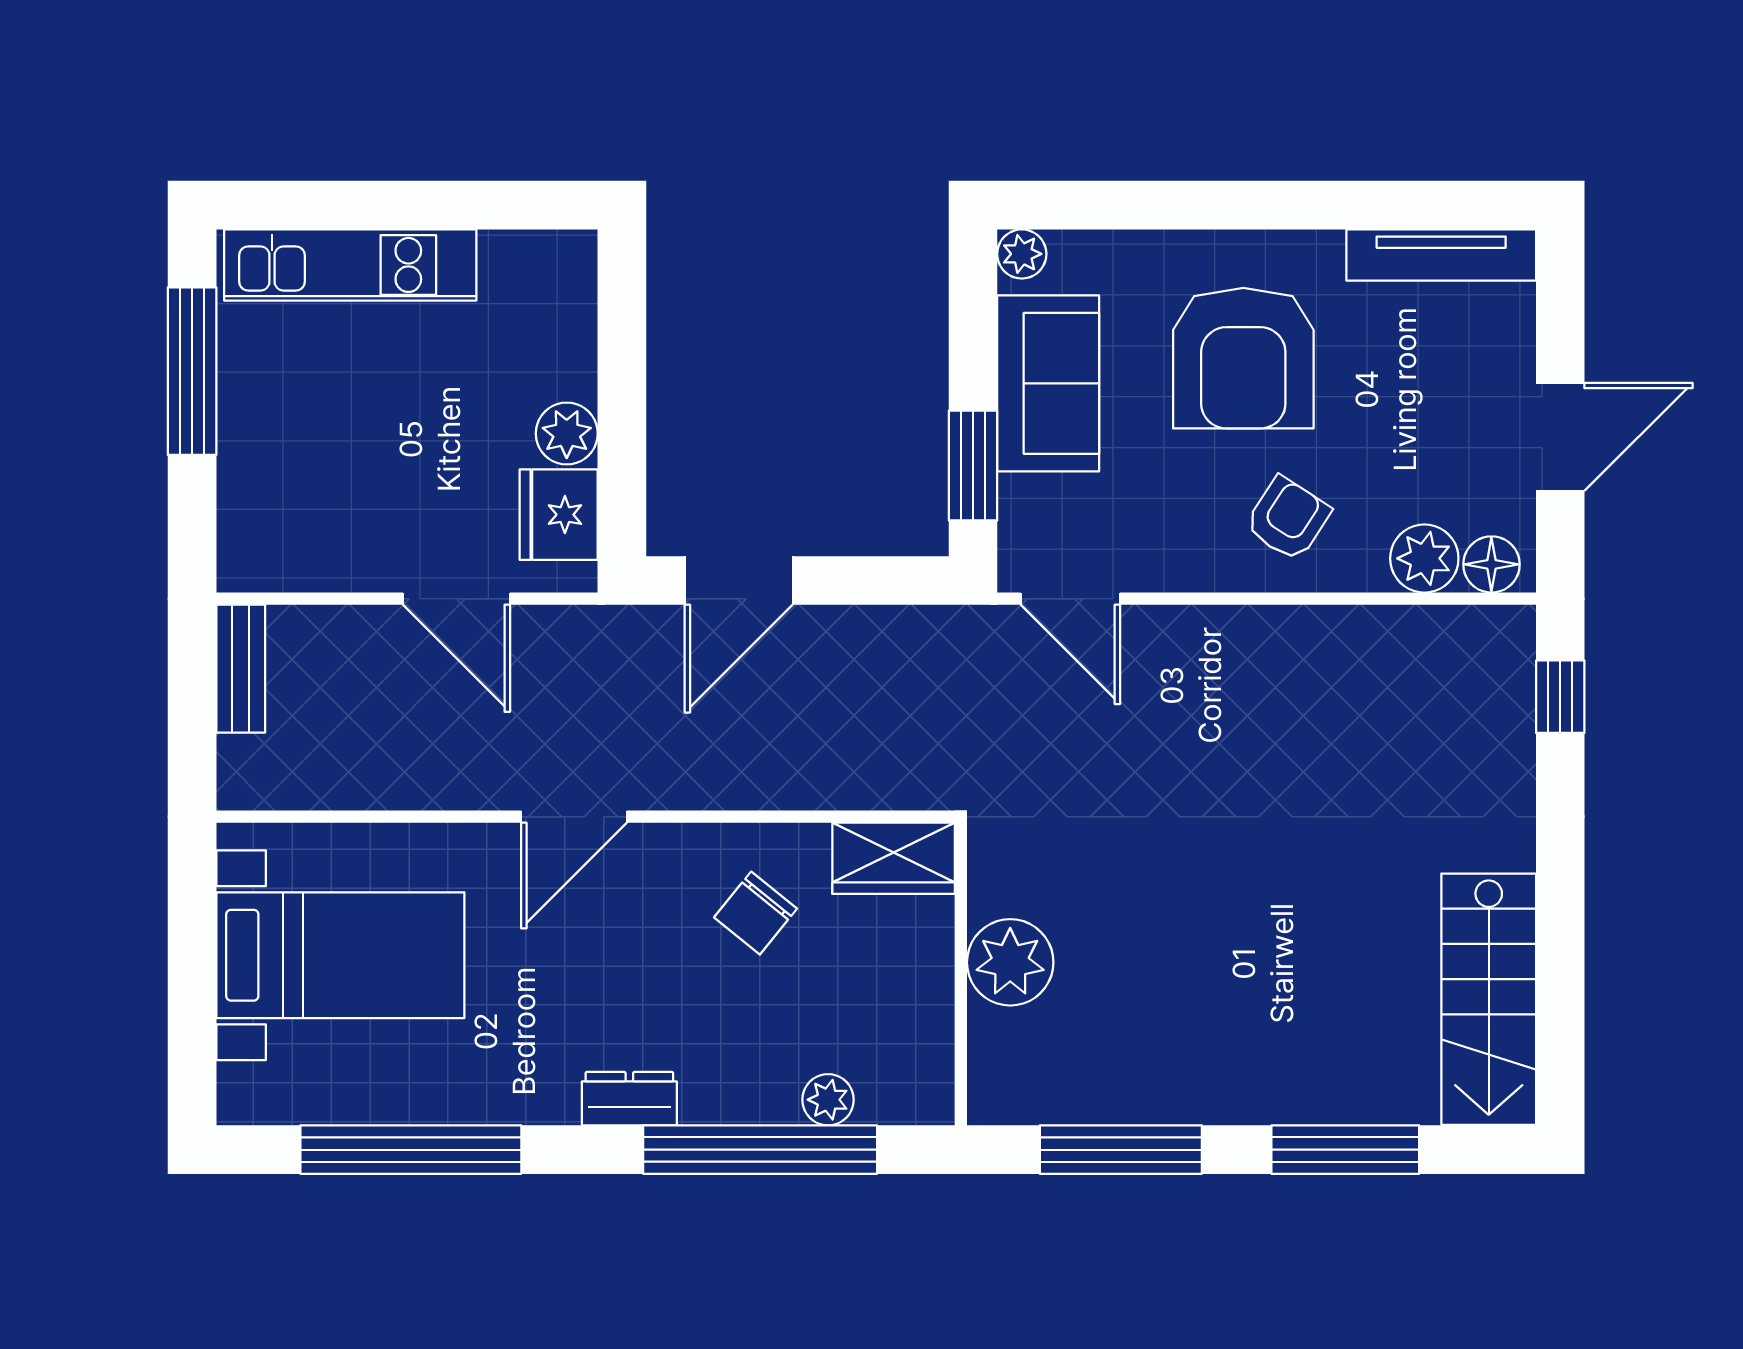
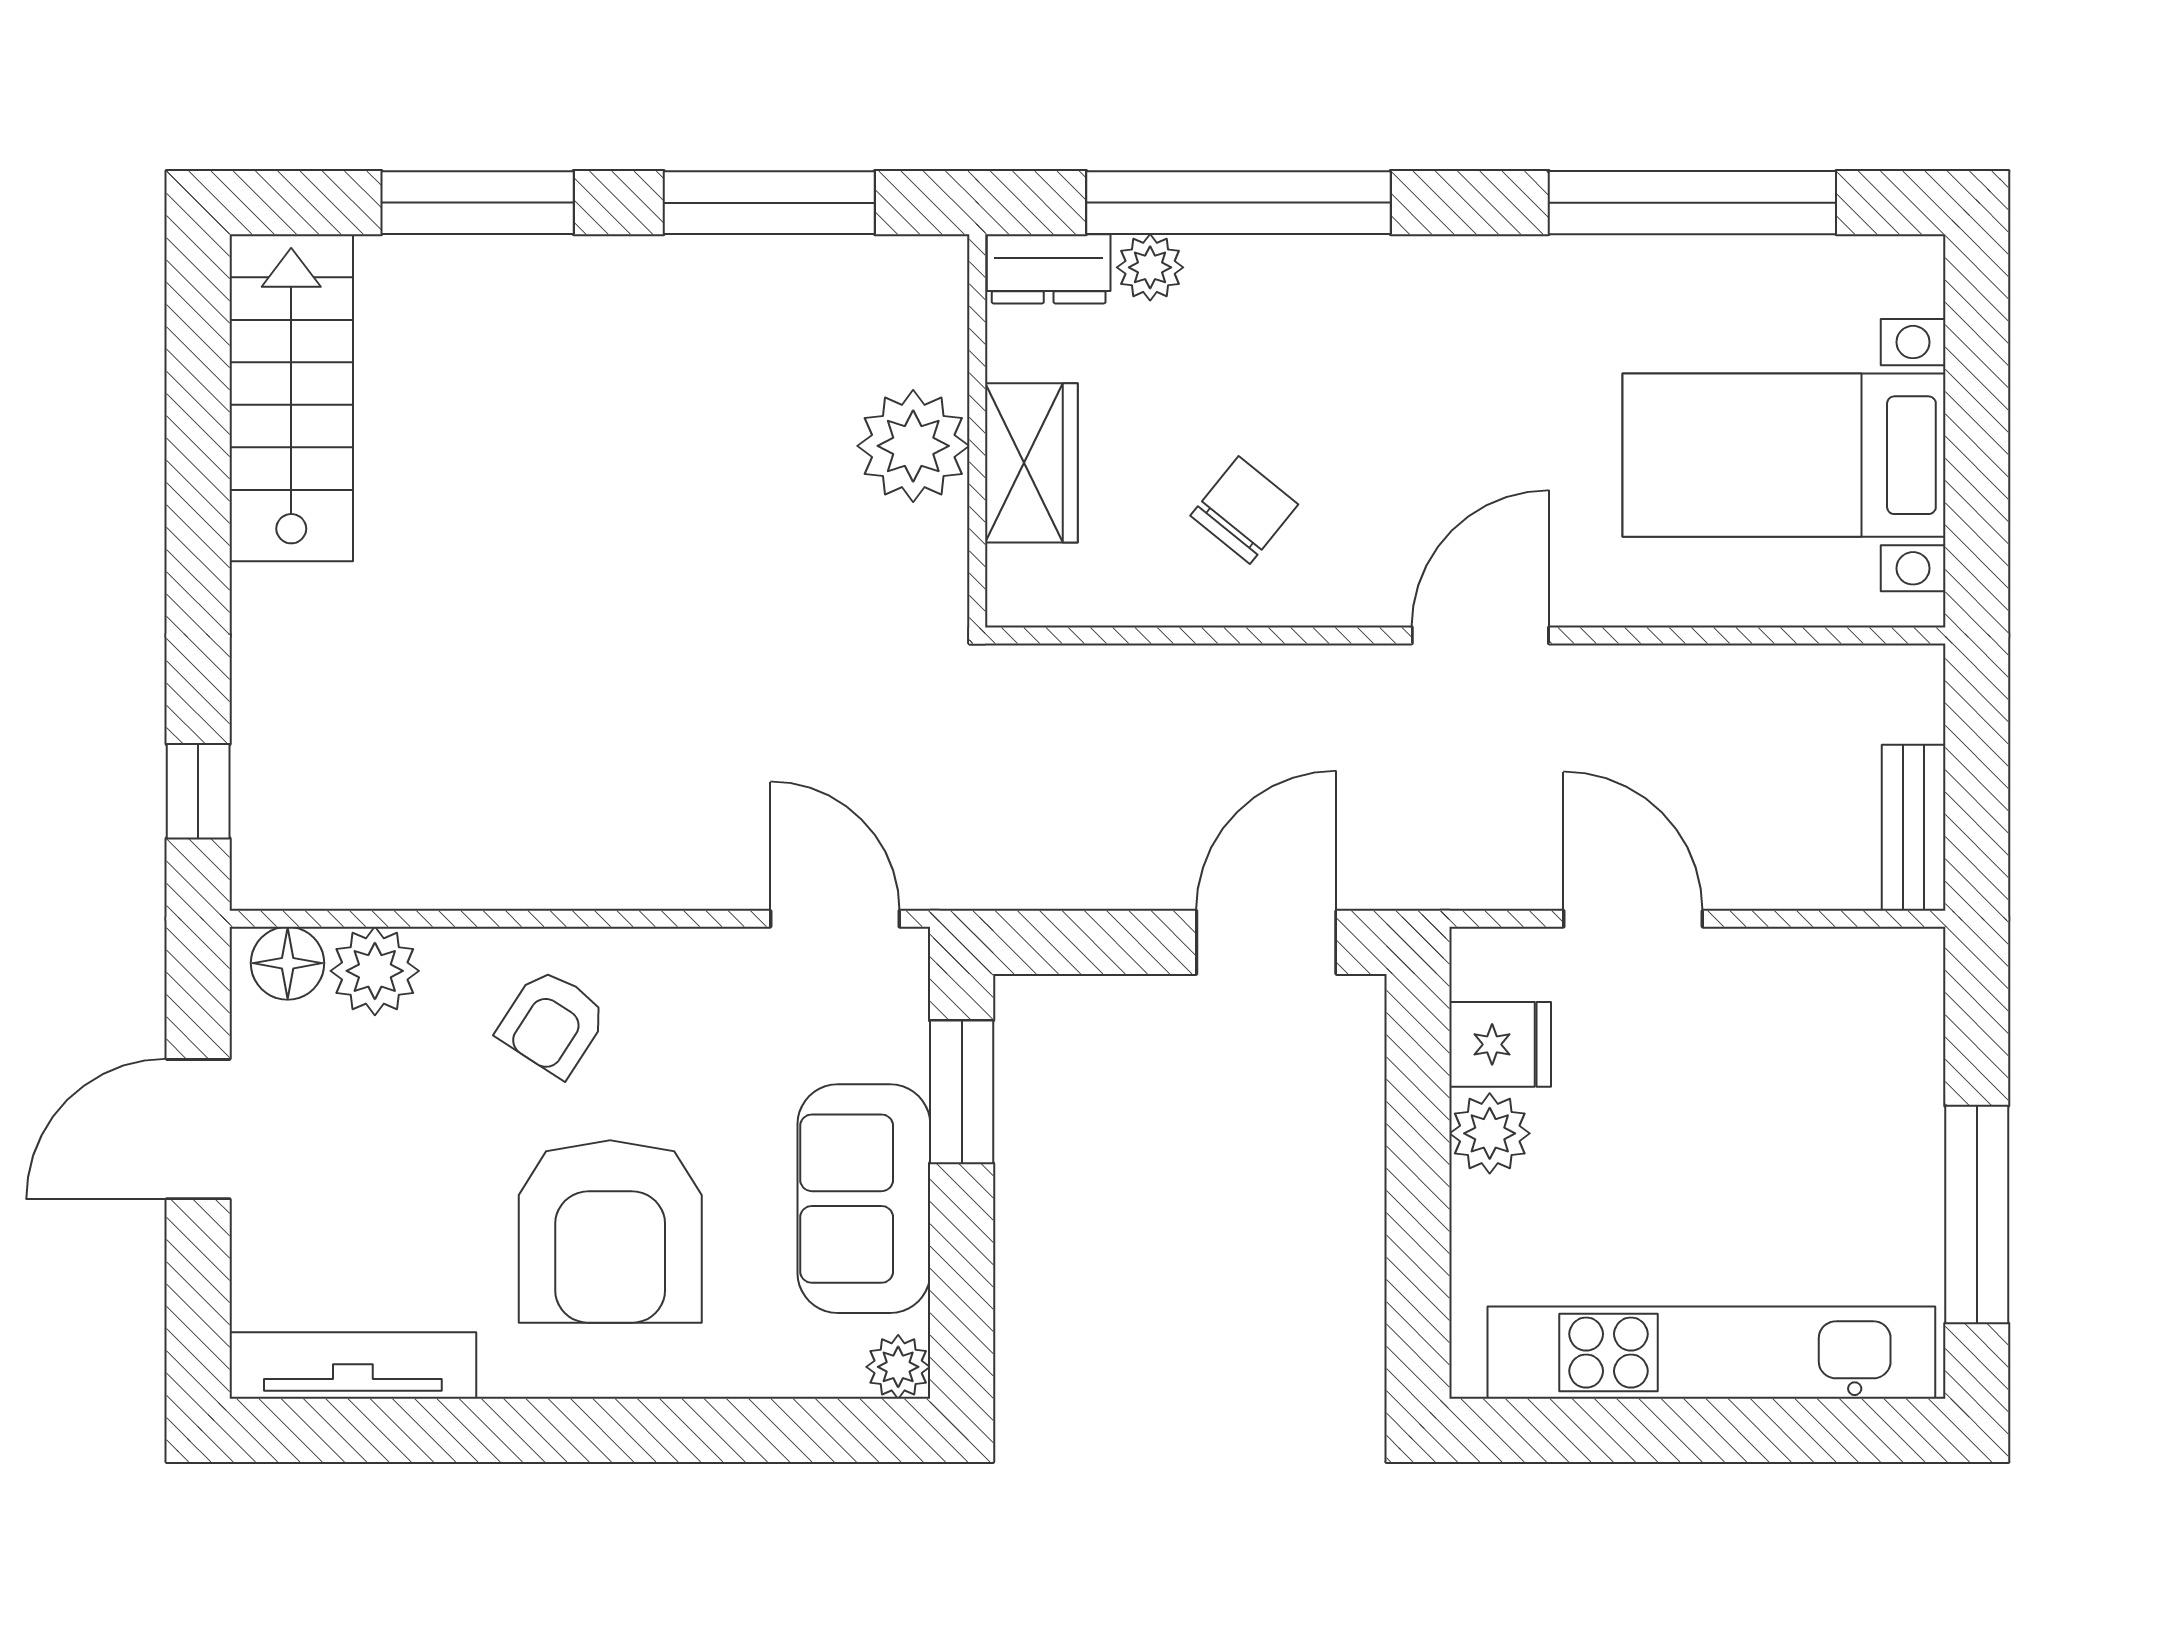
kitchen unit: (350, 265) -> (1711, 1353), width x1.36
armchair: (1243, 358) -> (610, 1231), turned 180
fridge: (559, 515) -> (1500, 1044), width x0.72
wardrobe: (894, 858) -> (1031, 463), moved, turned 90
dresser: (629, 1099) -> (1049, 269), moved

